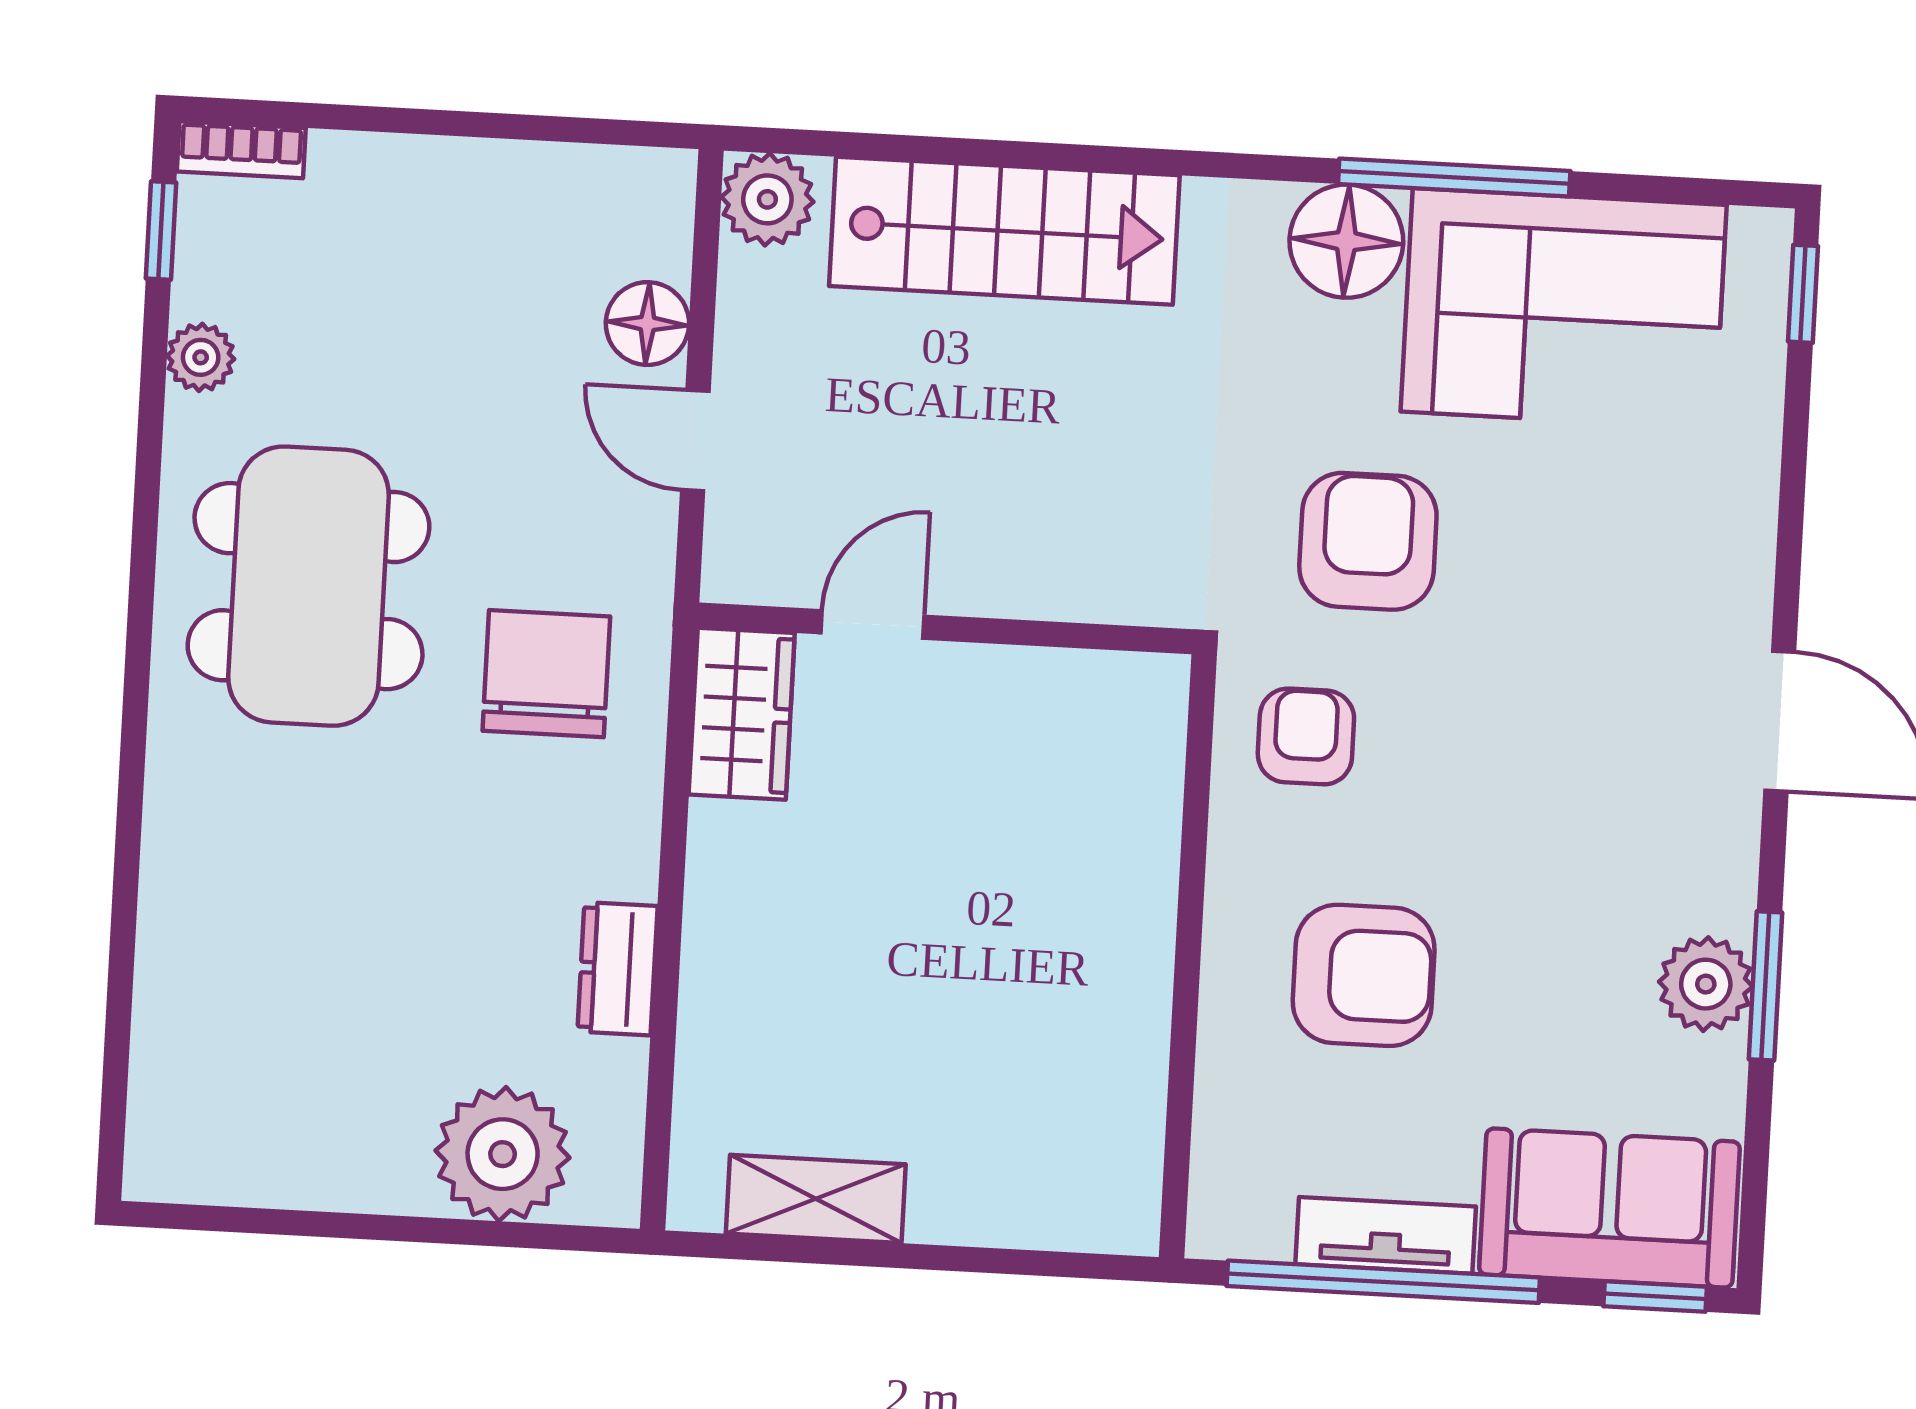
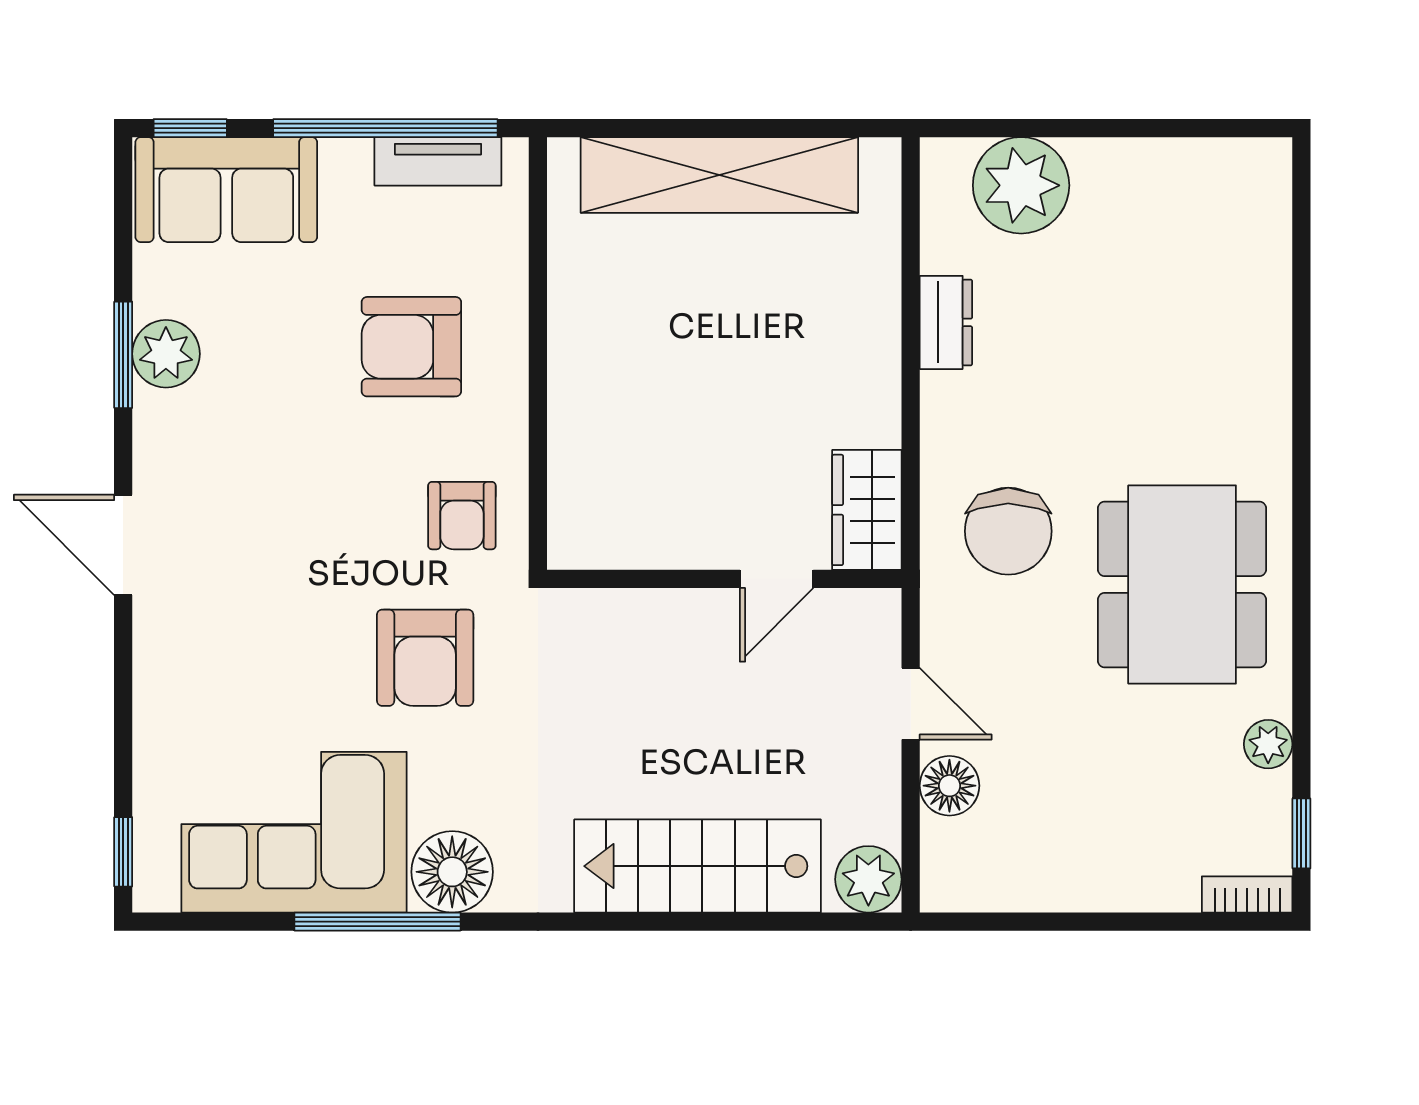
shelving: (816, 1199) -> (719, 175), width x2.20, depth x1.33
tv unit: (1386, 1235) -> (438, 161), moved

